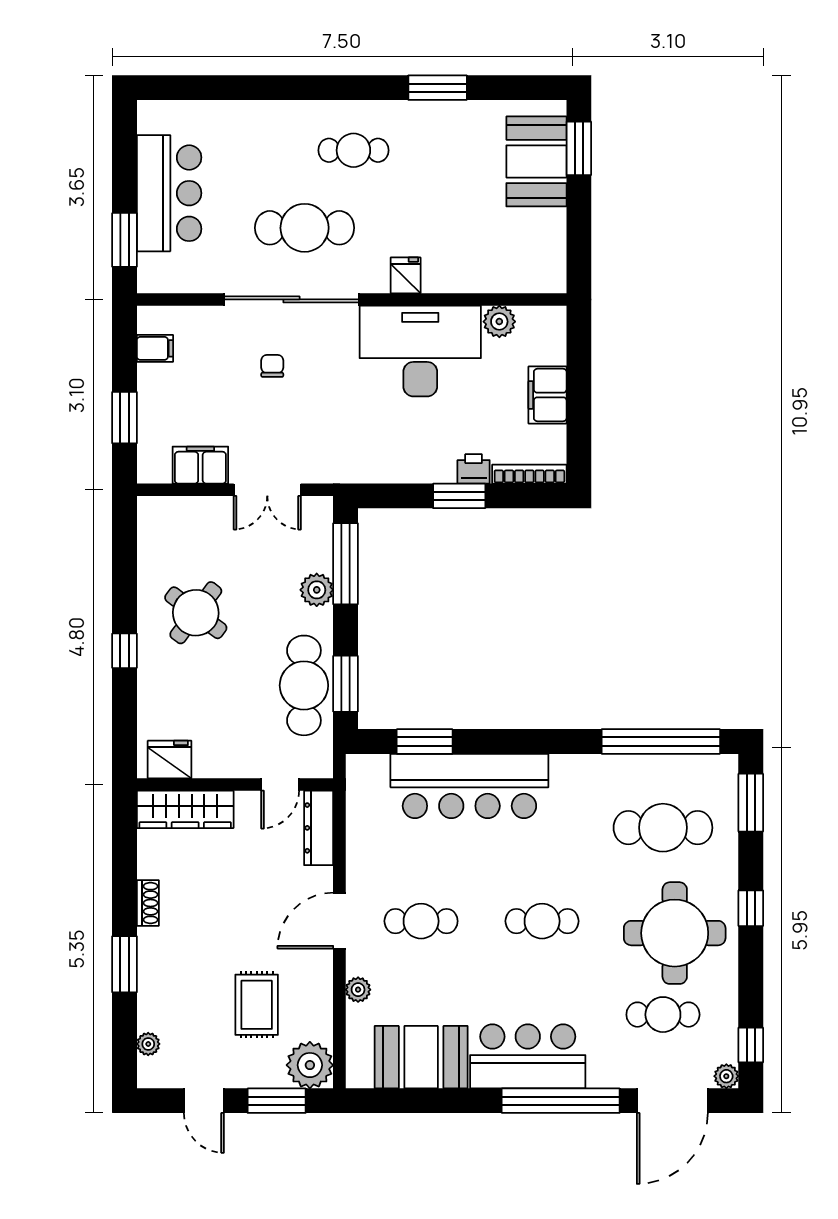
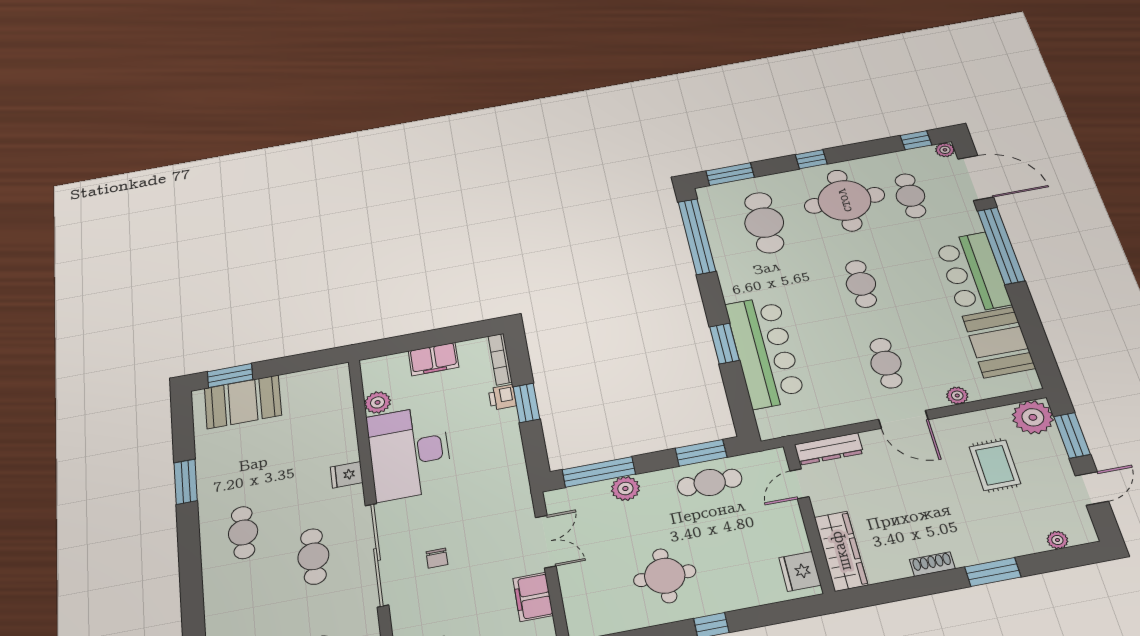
cafe table: (305, 228) -> (313, 556), width x0.73, depth x0.74
chair: (272, 366) -> (437, 558), turned -90
round table: (196, 613) -> (665, 576), turned -37
cafe table: (304, 685) -> (710, 482), width x0.73, depth x0.74
window: (425, 742) -> (724, 344), moved
door: (280, 784) -> (799, 484), swing flipped
rug: (257, 1005) -> (995, 465), turned 90

